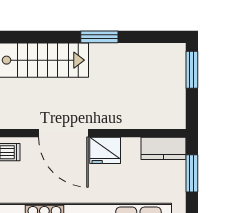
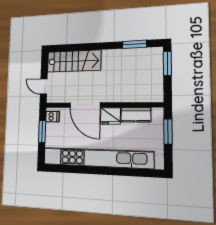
window: (99, 37) -> (134, 44), moved
kitchen counter: (164, 148) -> (136, 115), moved

